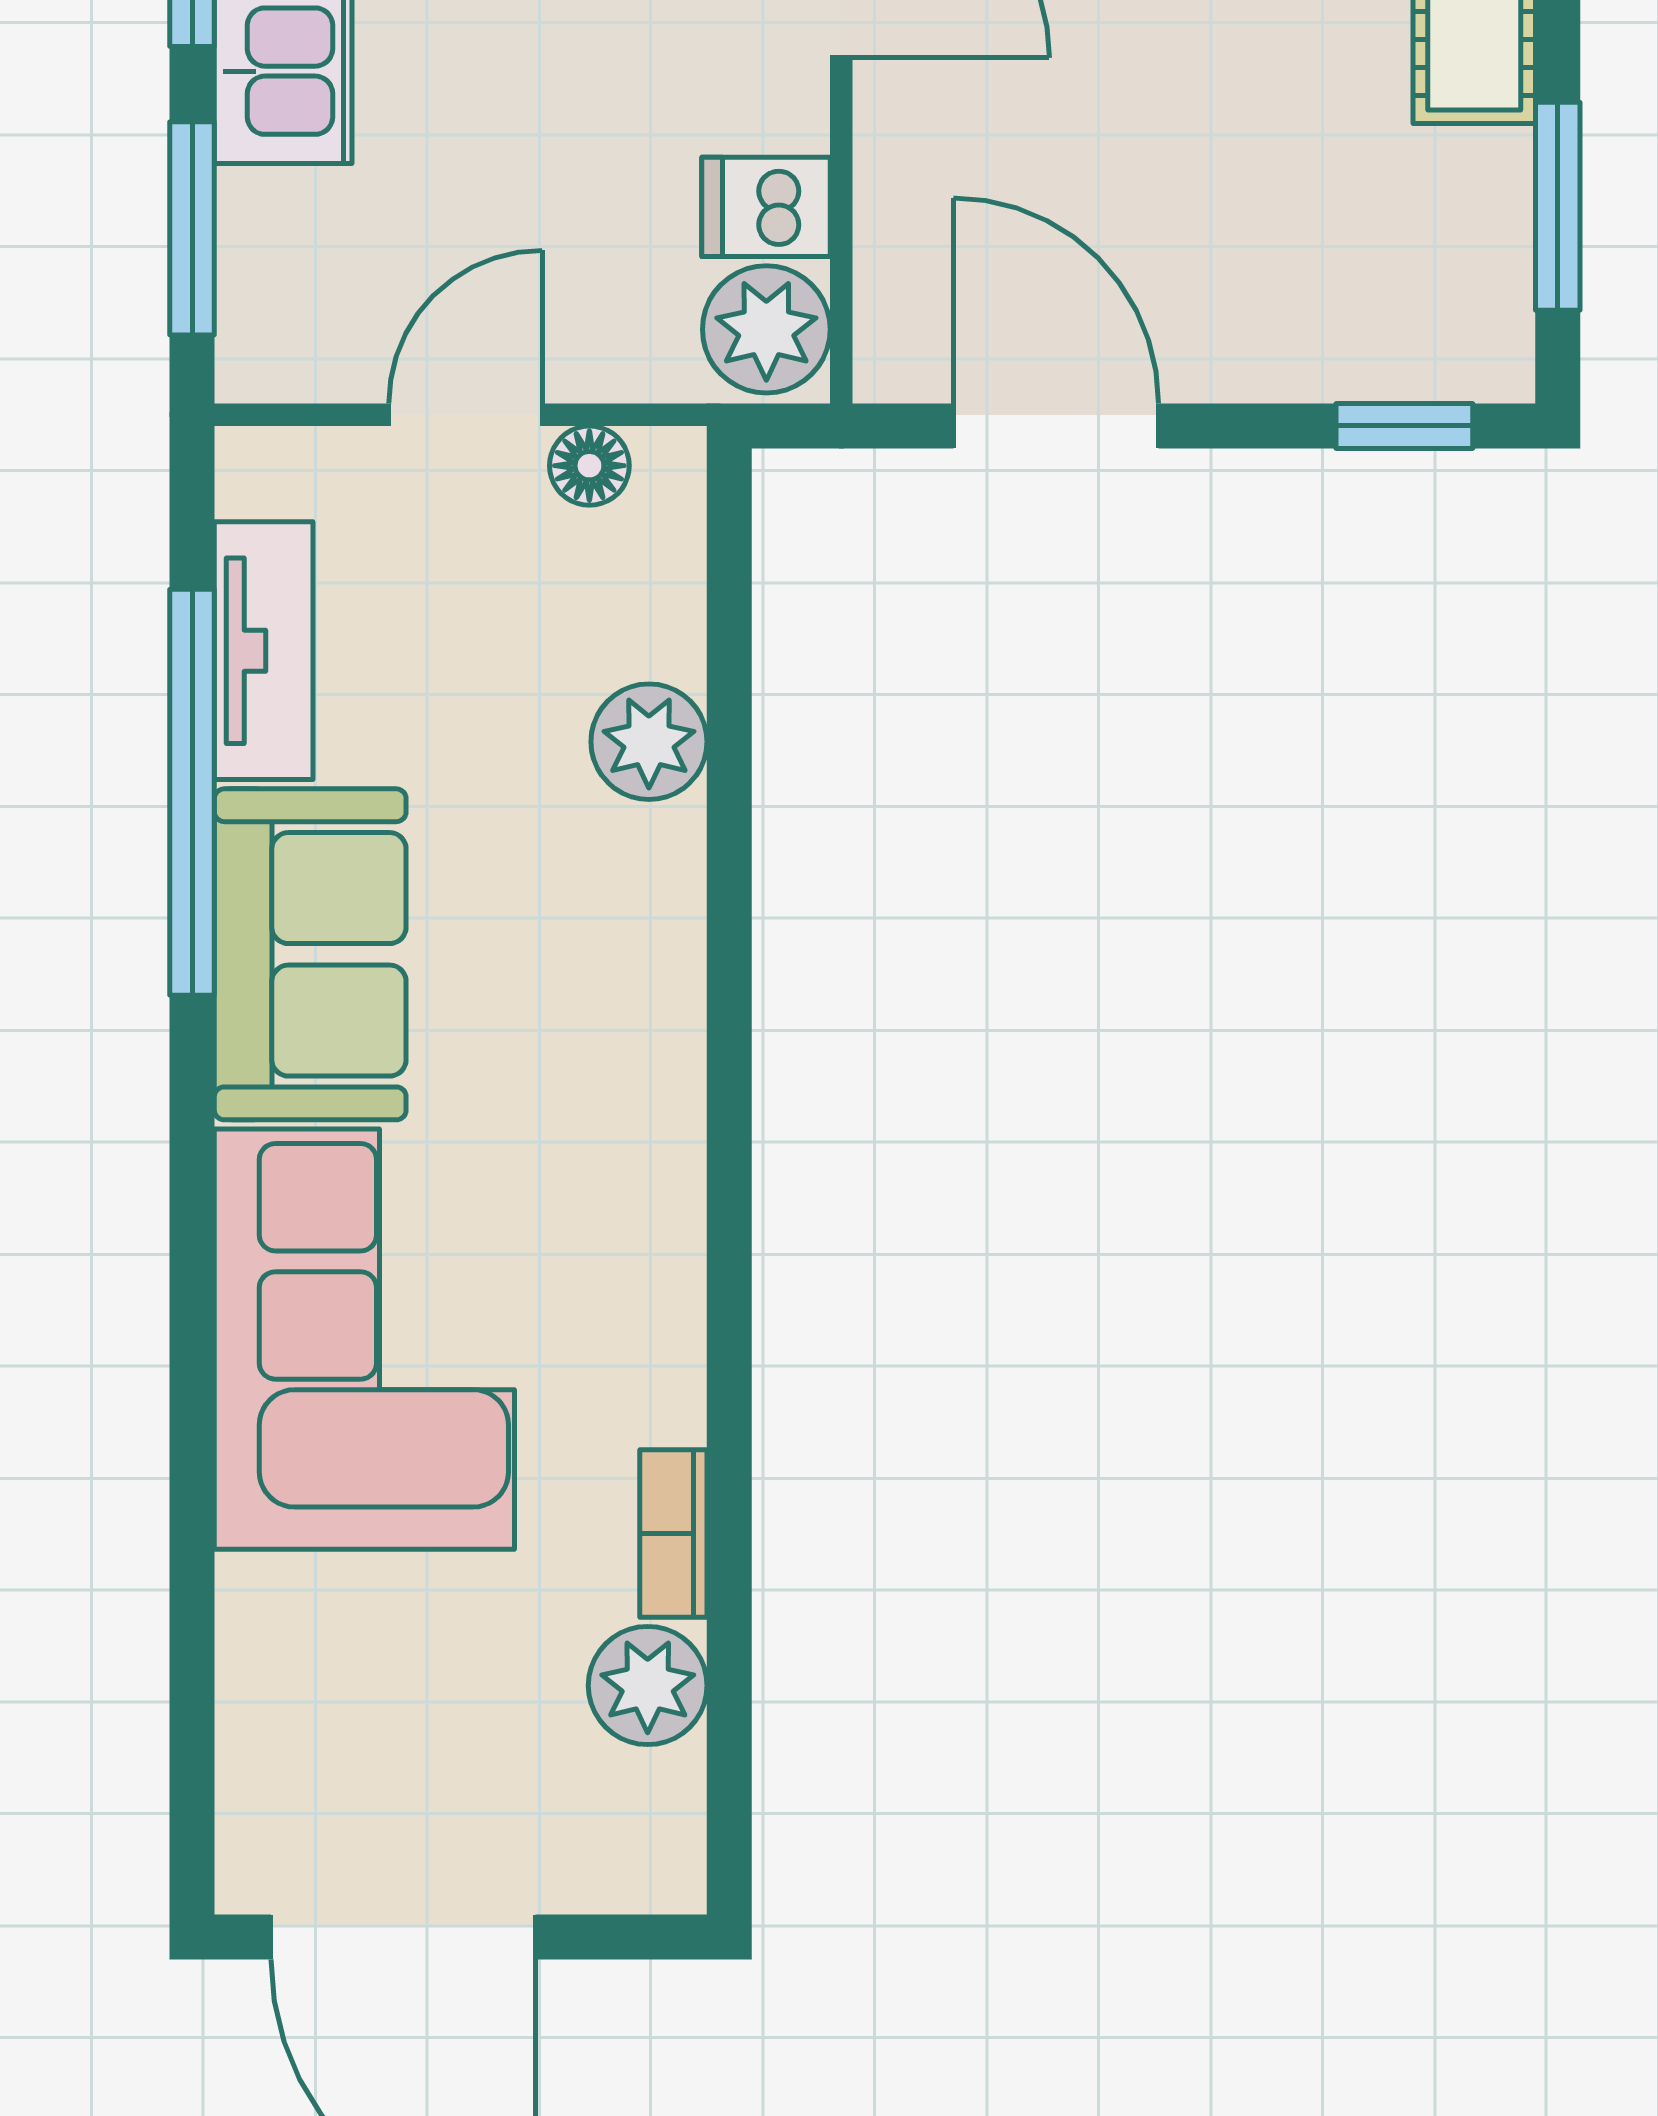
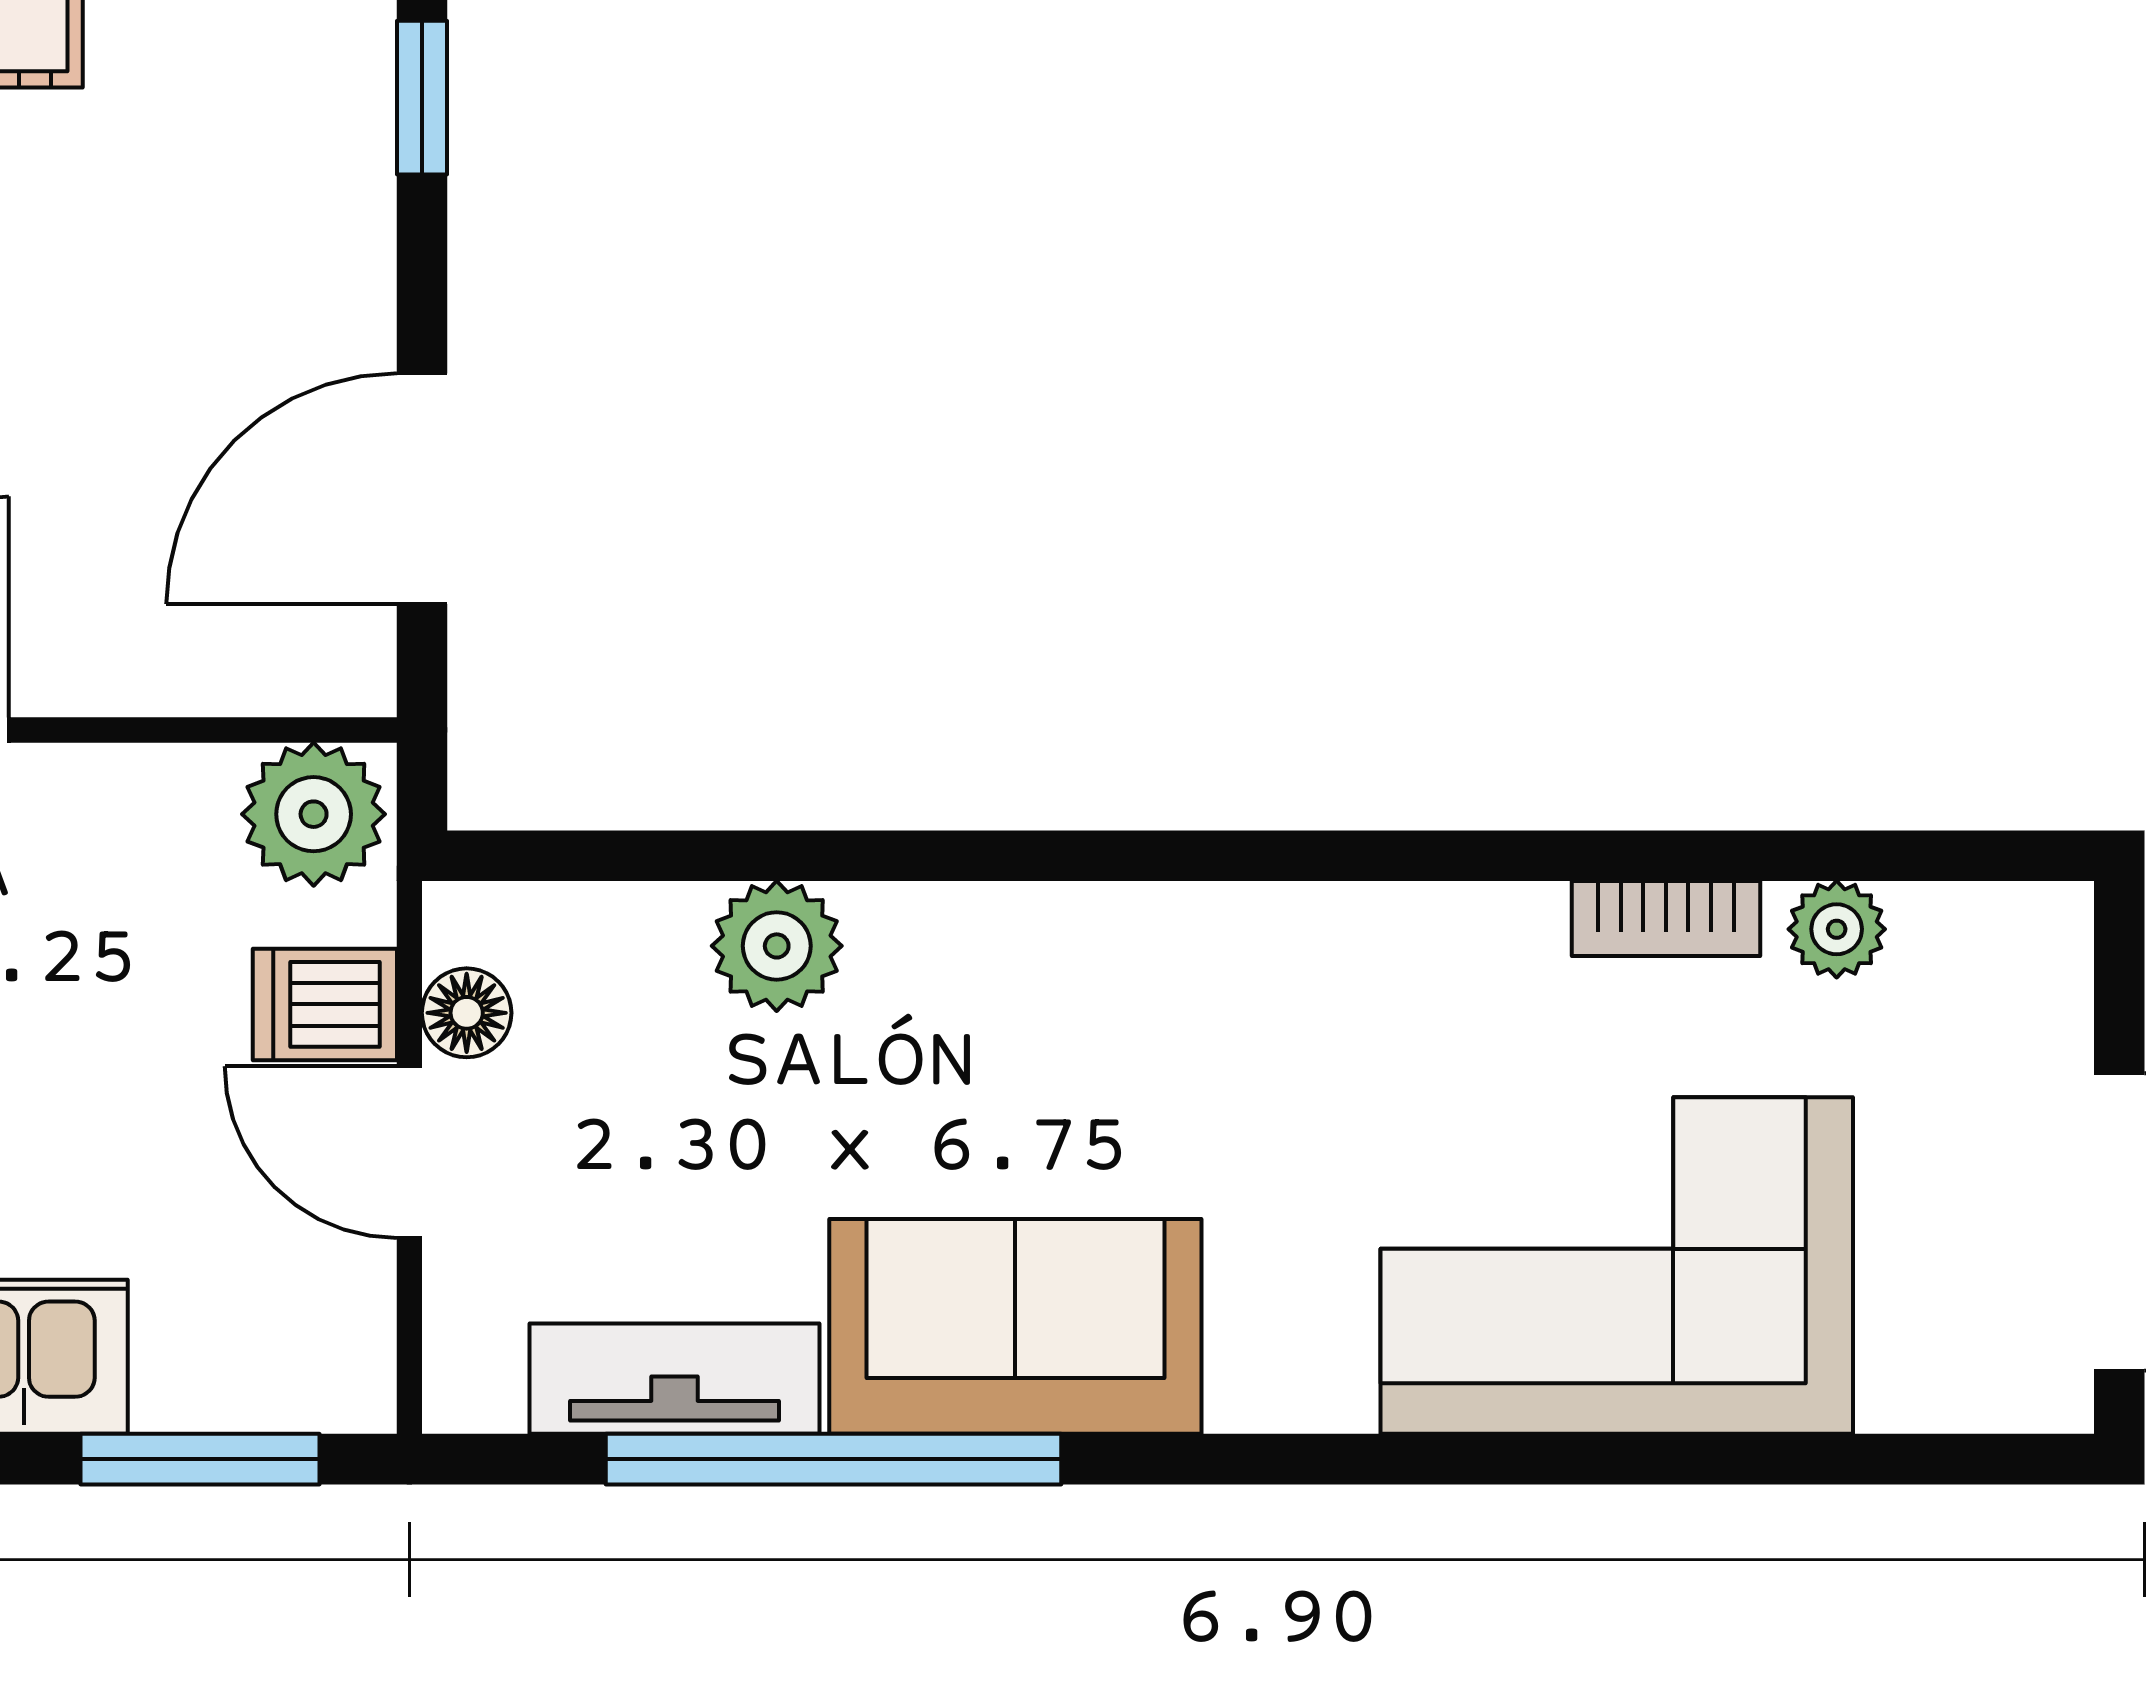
dishwasher: (766, 207) -> (325, 1004), moved, turned 90
corner sofa: (364, 1339) -> (1617, 1266), moved
plant: (648, 1686) -> (1837, 929), width x0.73, depth x0.73

